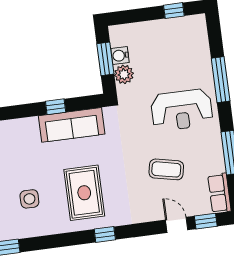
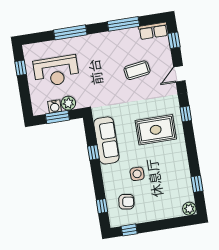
reception desk: (182, 110) -> (56, 71), moved, turned 90
coffee table: (166, 169) -> (137, 70), turned 70
side table: (29, 199) -> (137, 174), moved
door: (177, 225) -> (179, 74), moved

